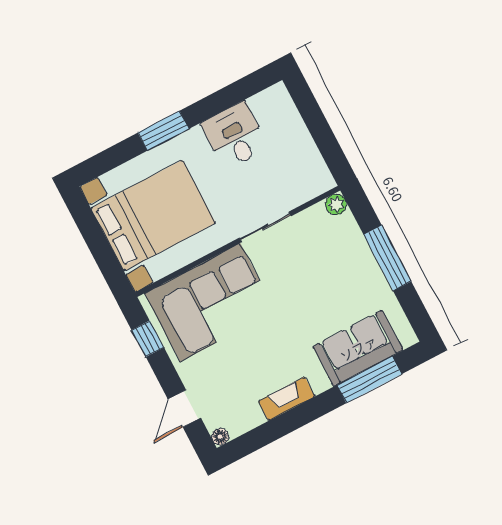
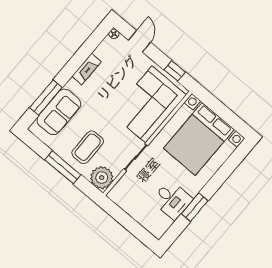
window: (163, 131) -> (195, 207), moved
plant: (336, 204) -> (102, 178), width x1.87, depth x1.87
coffee table: (335, 274) -> (88, 147), added

